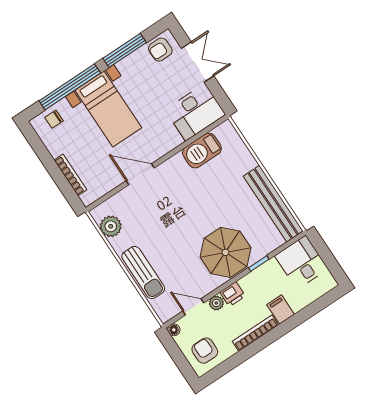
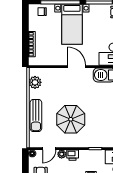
door: (140, 174) -> (77, 67), moved
parasol: (225, 252) -> (71, 119), moved
door: (193, 307) -> (49, 149), swing flipped

